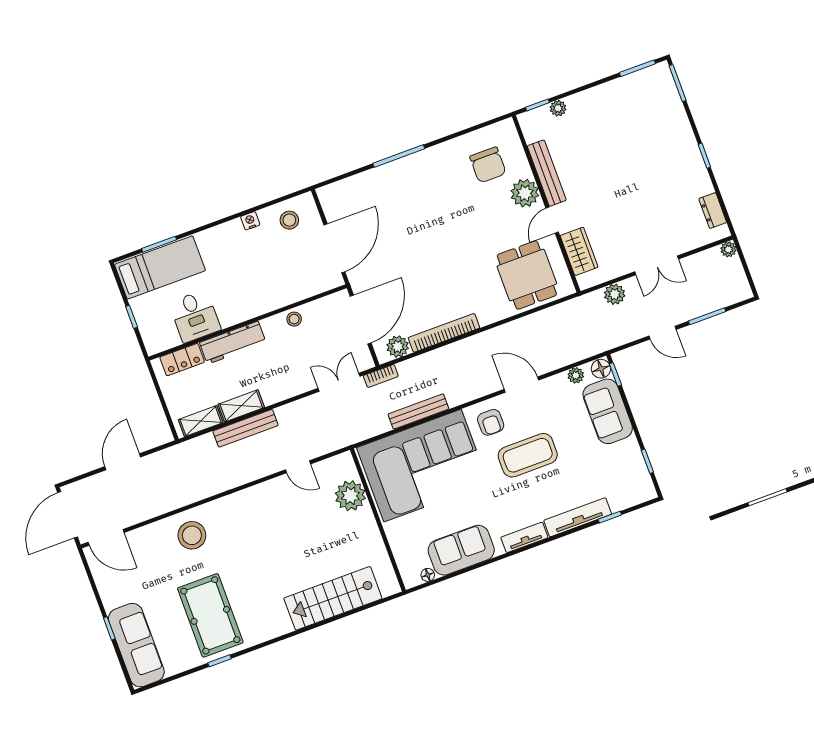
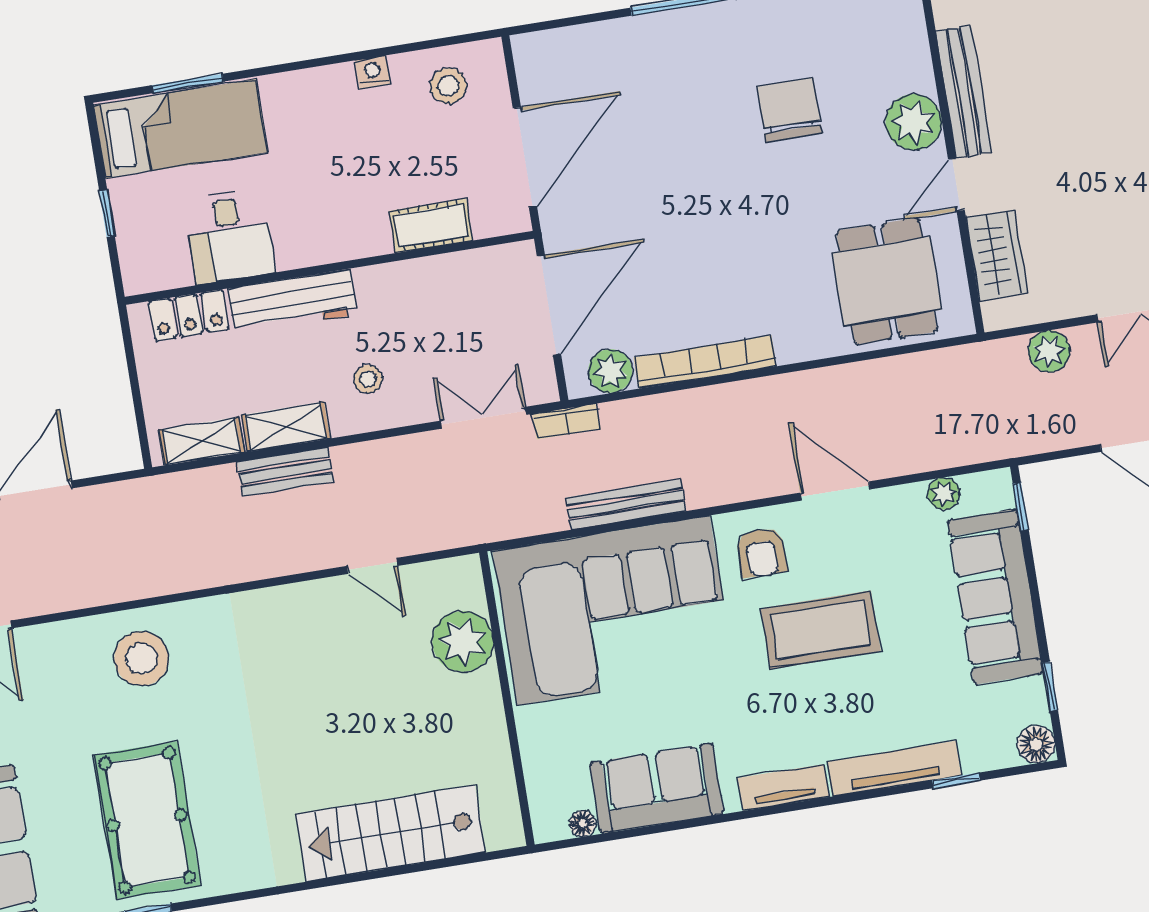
chair: (488, 165) -> (790, 110), moved, turned 180
cot: (294, 292) -> (431, 226), added
stool: (294, 319) -> (368, 379), moved
floor lamp: (601, 369) -> (1036, 744), moved
sofa: (608, 411) -> (995, 597), width x1.36
bench: (245, 428) -> (285, 472), width x0.73

